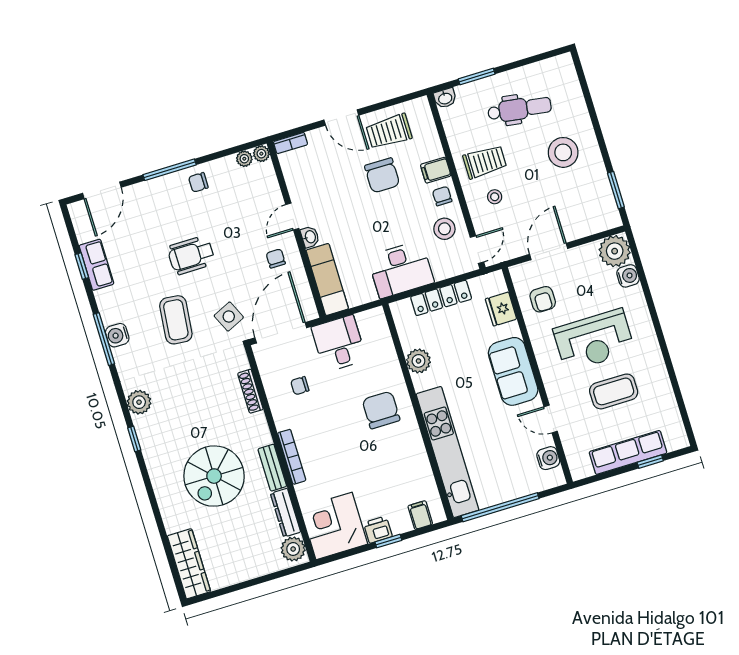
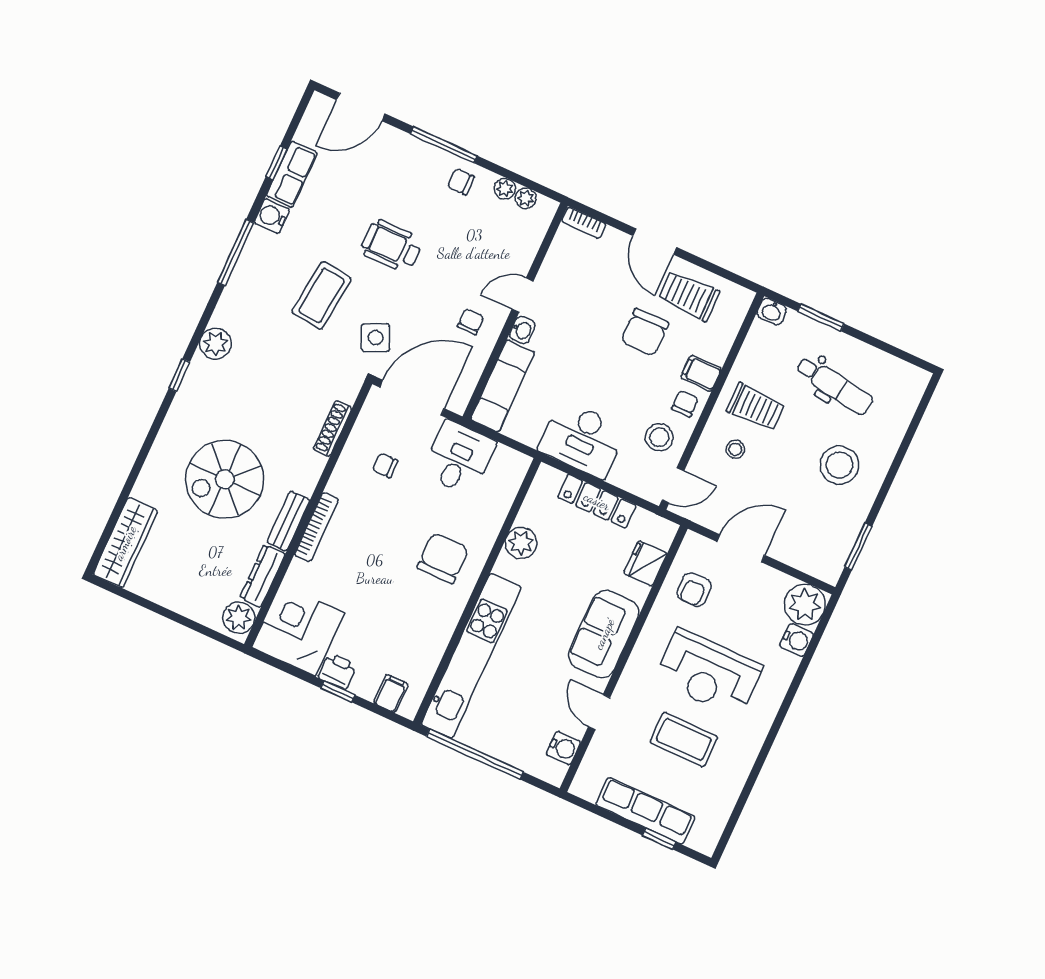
plant: (261, 154) -> (505, 189), moved
water cooler: (117, 335) -> (272, 216), moved

